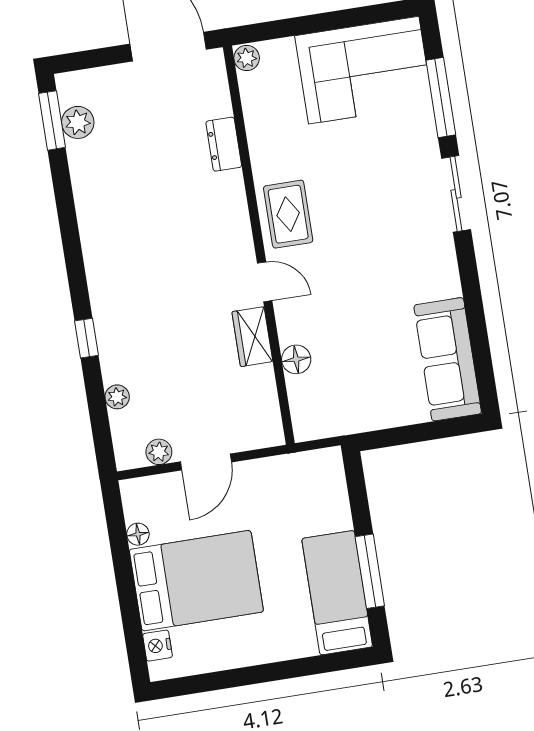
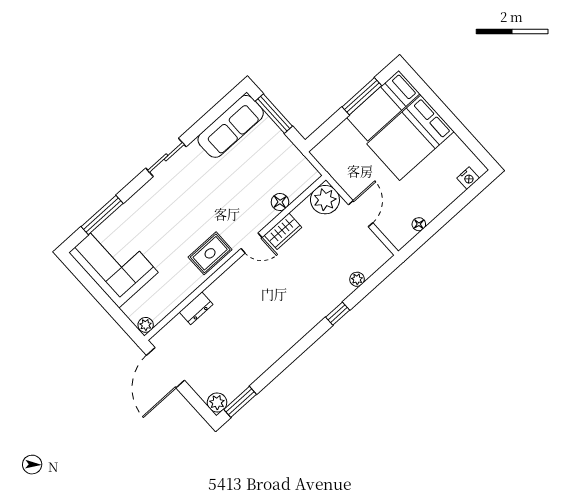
plant: (78, 122) -> (217, 402), moved
sliding door: (456, 194) -> (166, 157), moved
door: (265, 282) -> (252, 243), swing flipped
window: (426, 432) -> (274, 114), added
plant: (159, 452) -> (325, 200), moved, width x1.88, depth x1.88
door: (206, 462) -> (361, 214), hinge flipped
bed: (196, 581) -> (410, 138), moved, turned -90

